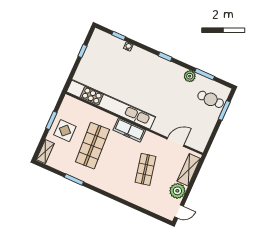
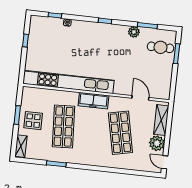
door: (176, 142) -> (140, 98), hinge flipped
shop shelf: (145, 169) -> (120, 133), width x1.43, depth x1.36
door: (179, 212) -> (165, 162), swing flipped

